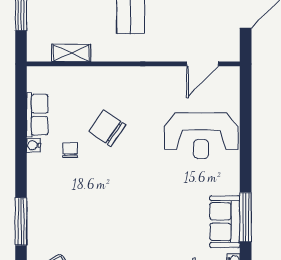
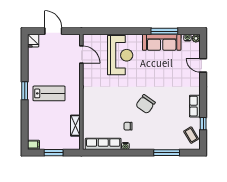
row of seats: (37, 115) -> (103, 144), width x1.48
chair: (107, 128) -> (146, 104), moved
sofa: (225, 222) -> (162, 42), width x1.36

